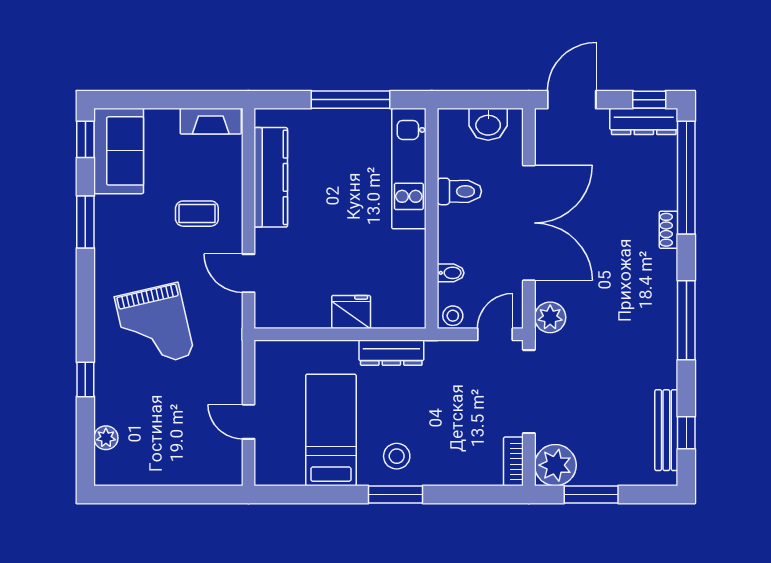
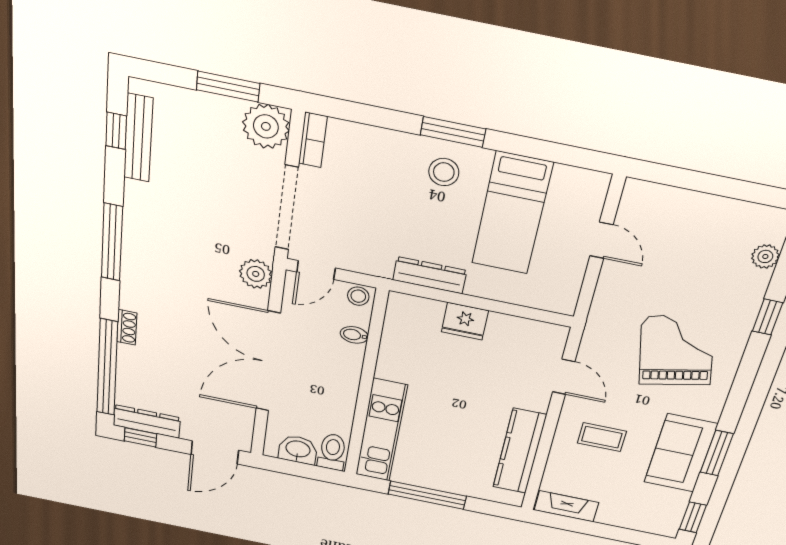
sofa: (119, 151) -> (681, 453), moved
toilet: (459, 191) -> (332, 452), moved, turned 90

